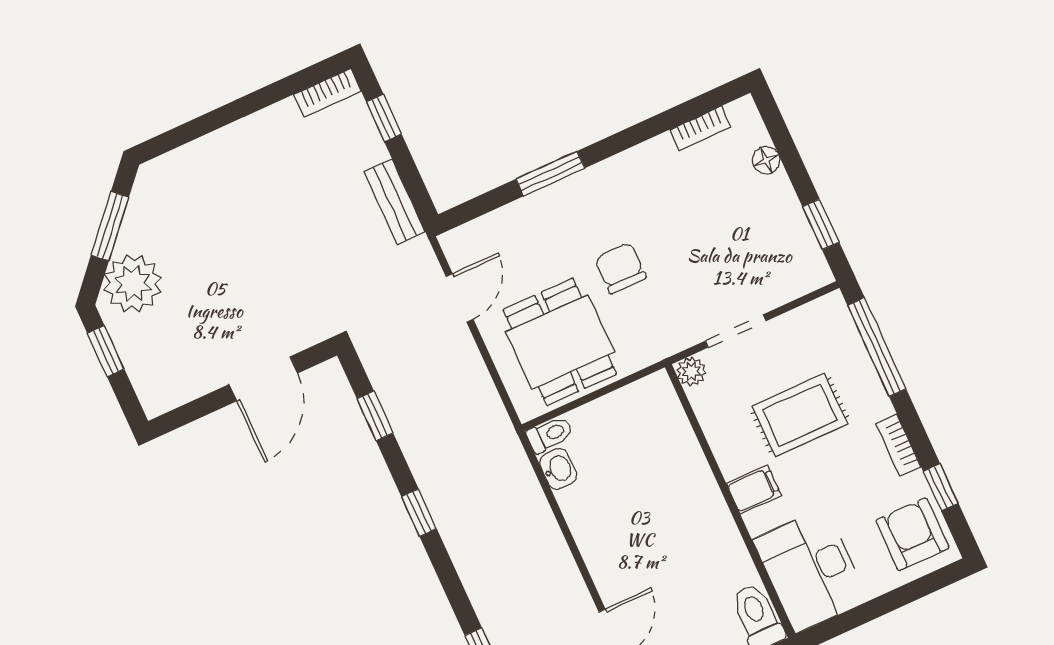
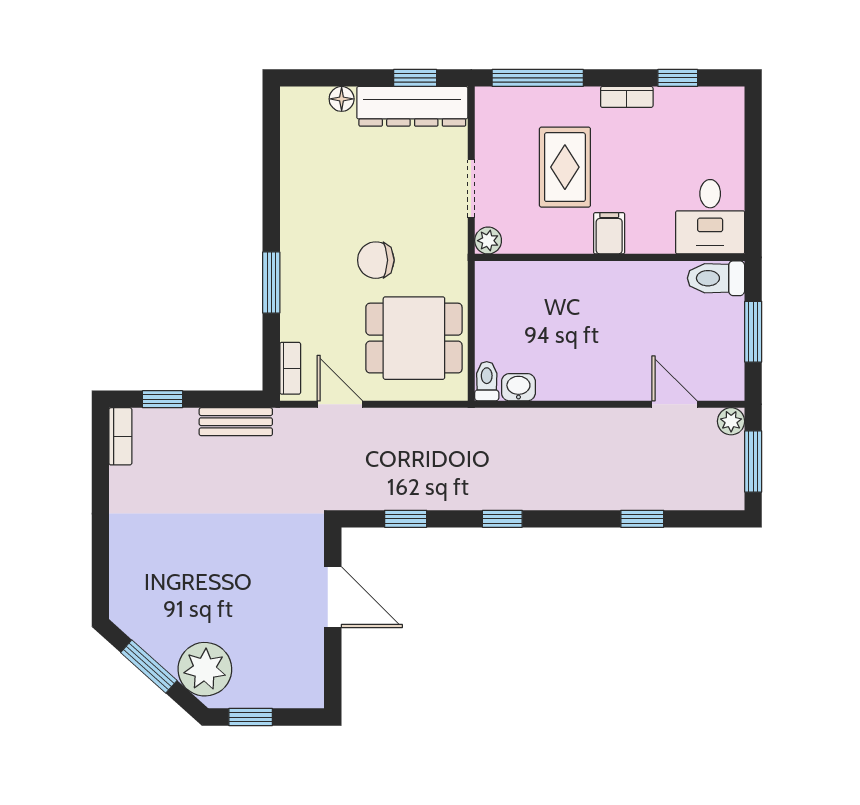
bookcase: (700, 128) -> (290, 368), moved
dresser: (791, 234) -> (412, 106), added
armchair: (912, 534) -> (706, 119), removed
desk: (811, 570) -> (710, 217), width x0.73

